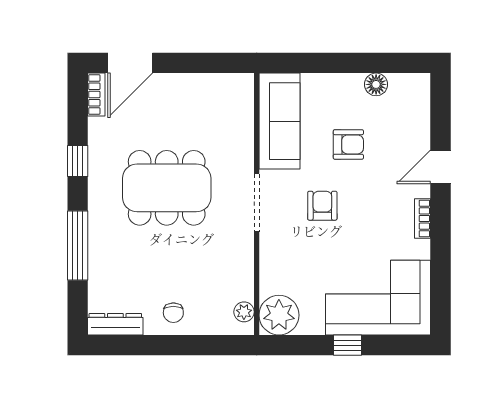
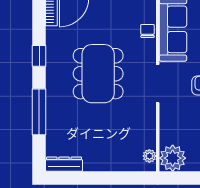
dining table: (167, 188) -> (98, 74), turned 90
chair: (173, 313) -> (148, 31), moved, turned 180

